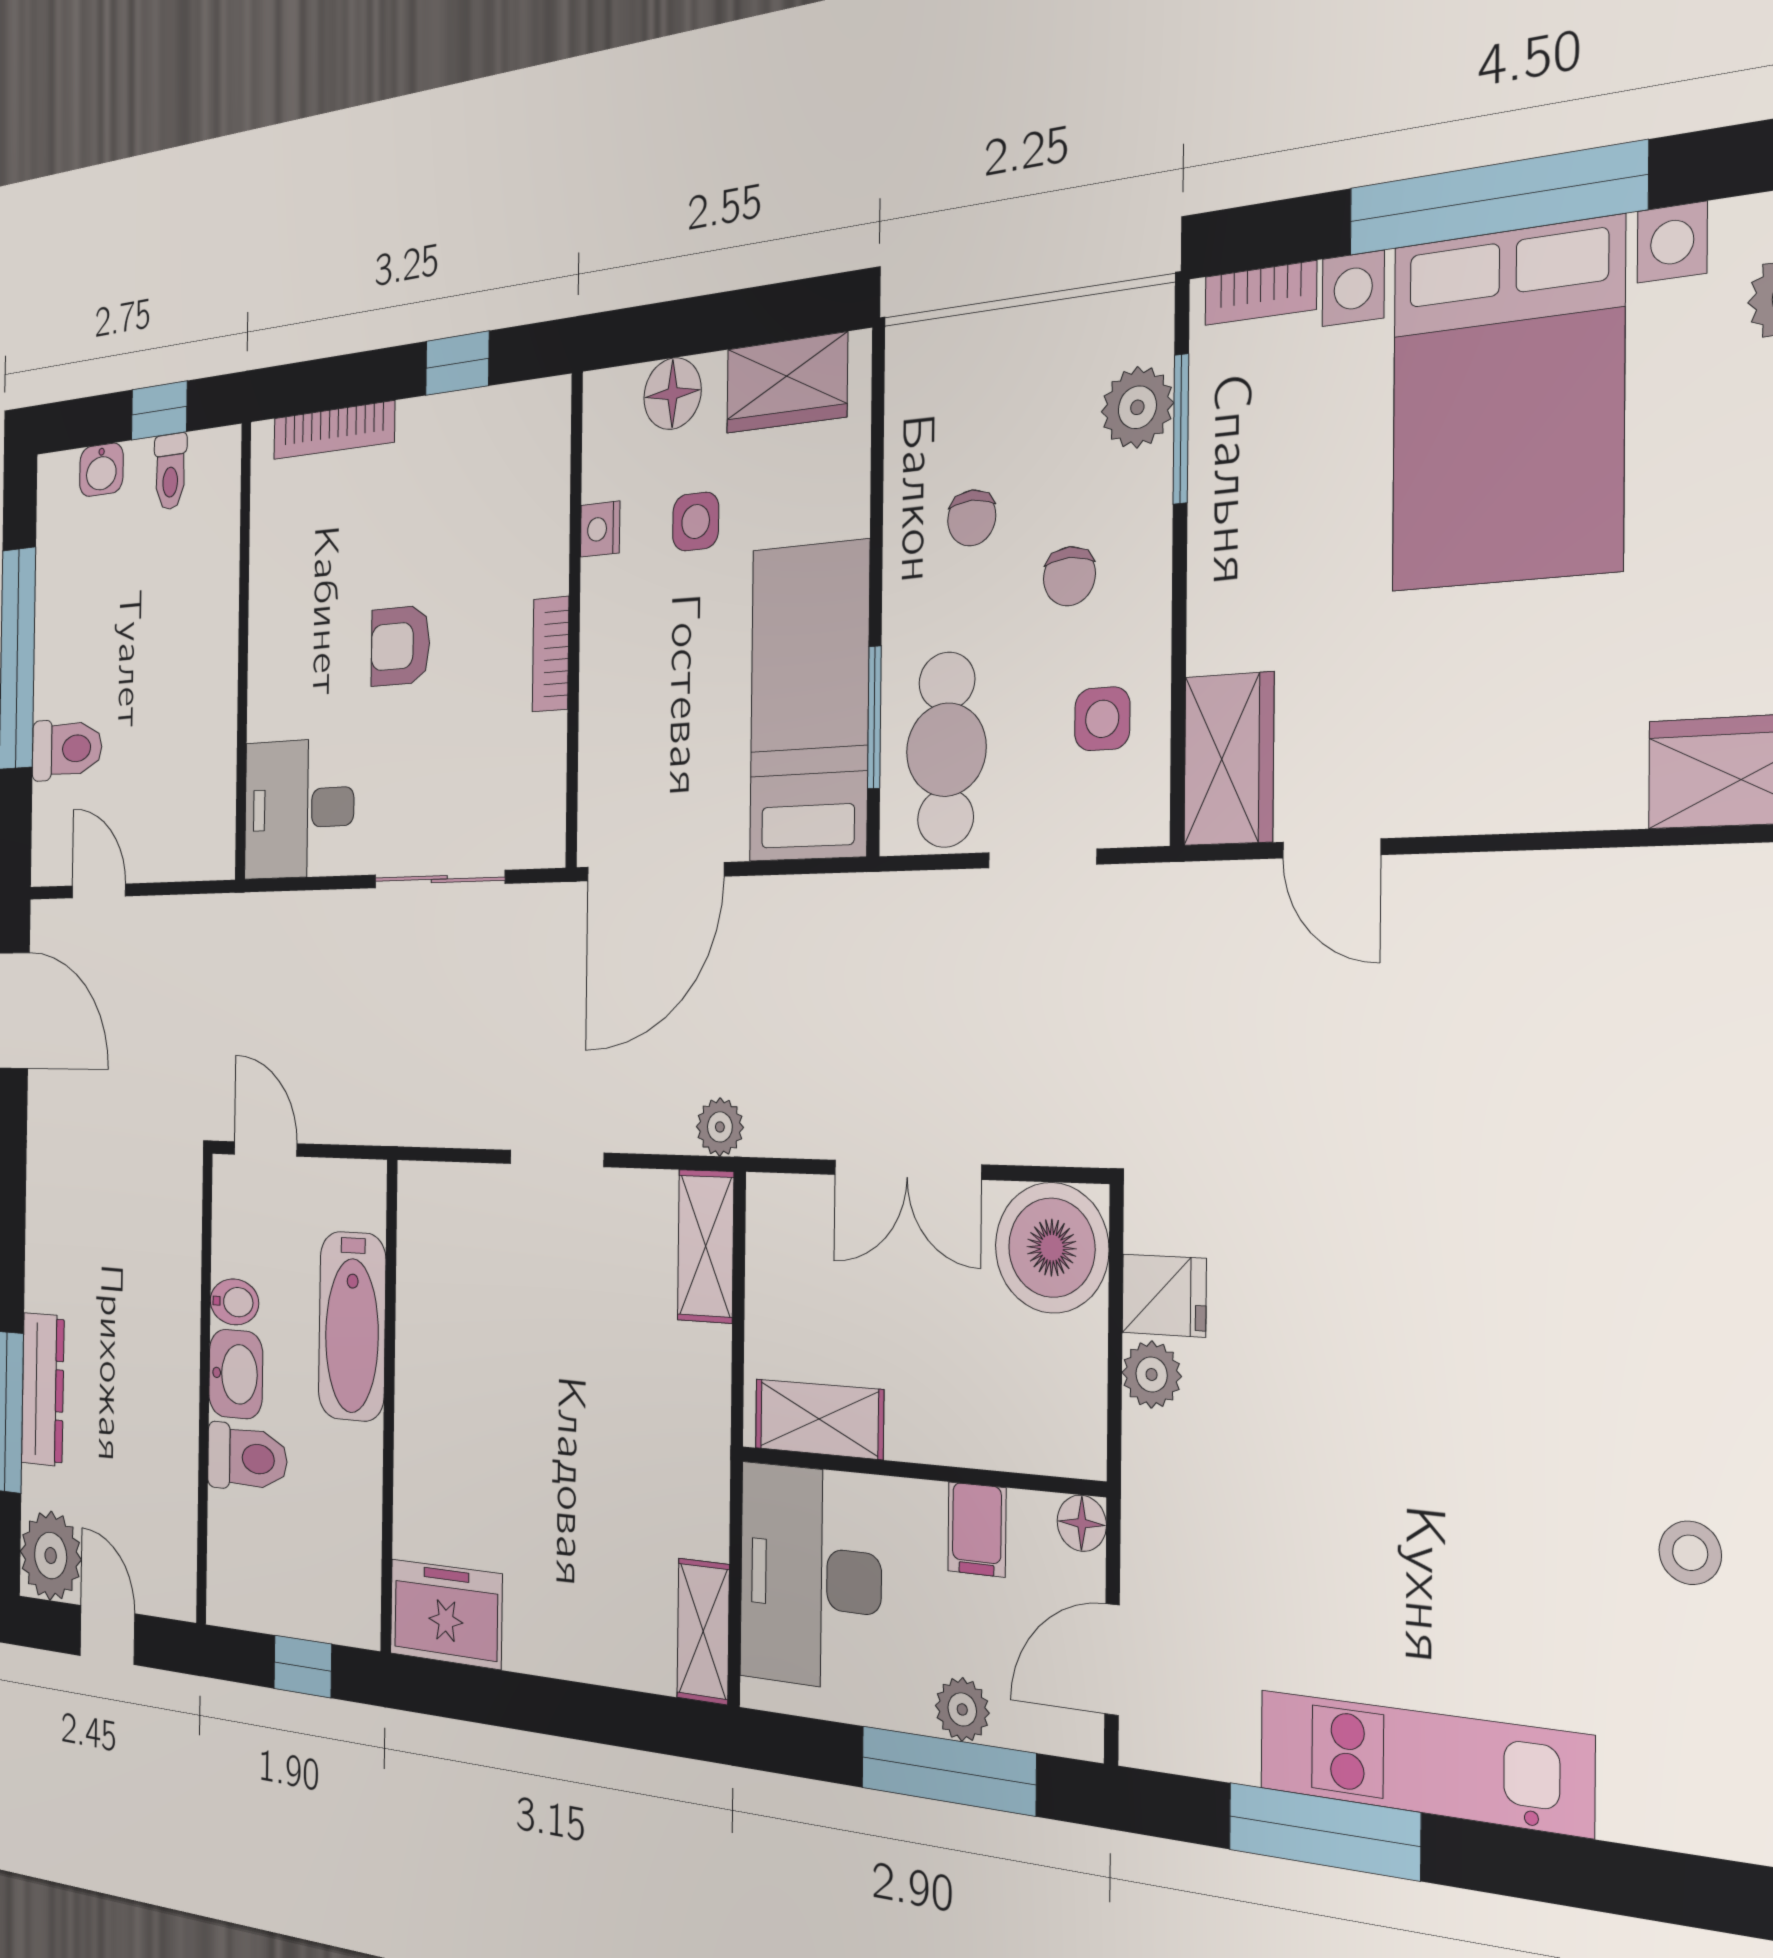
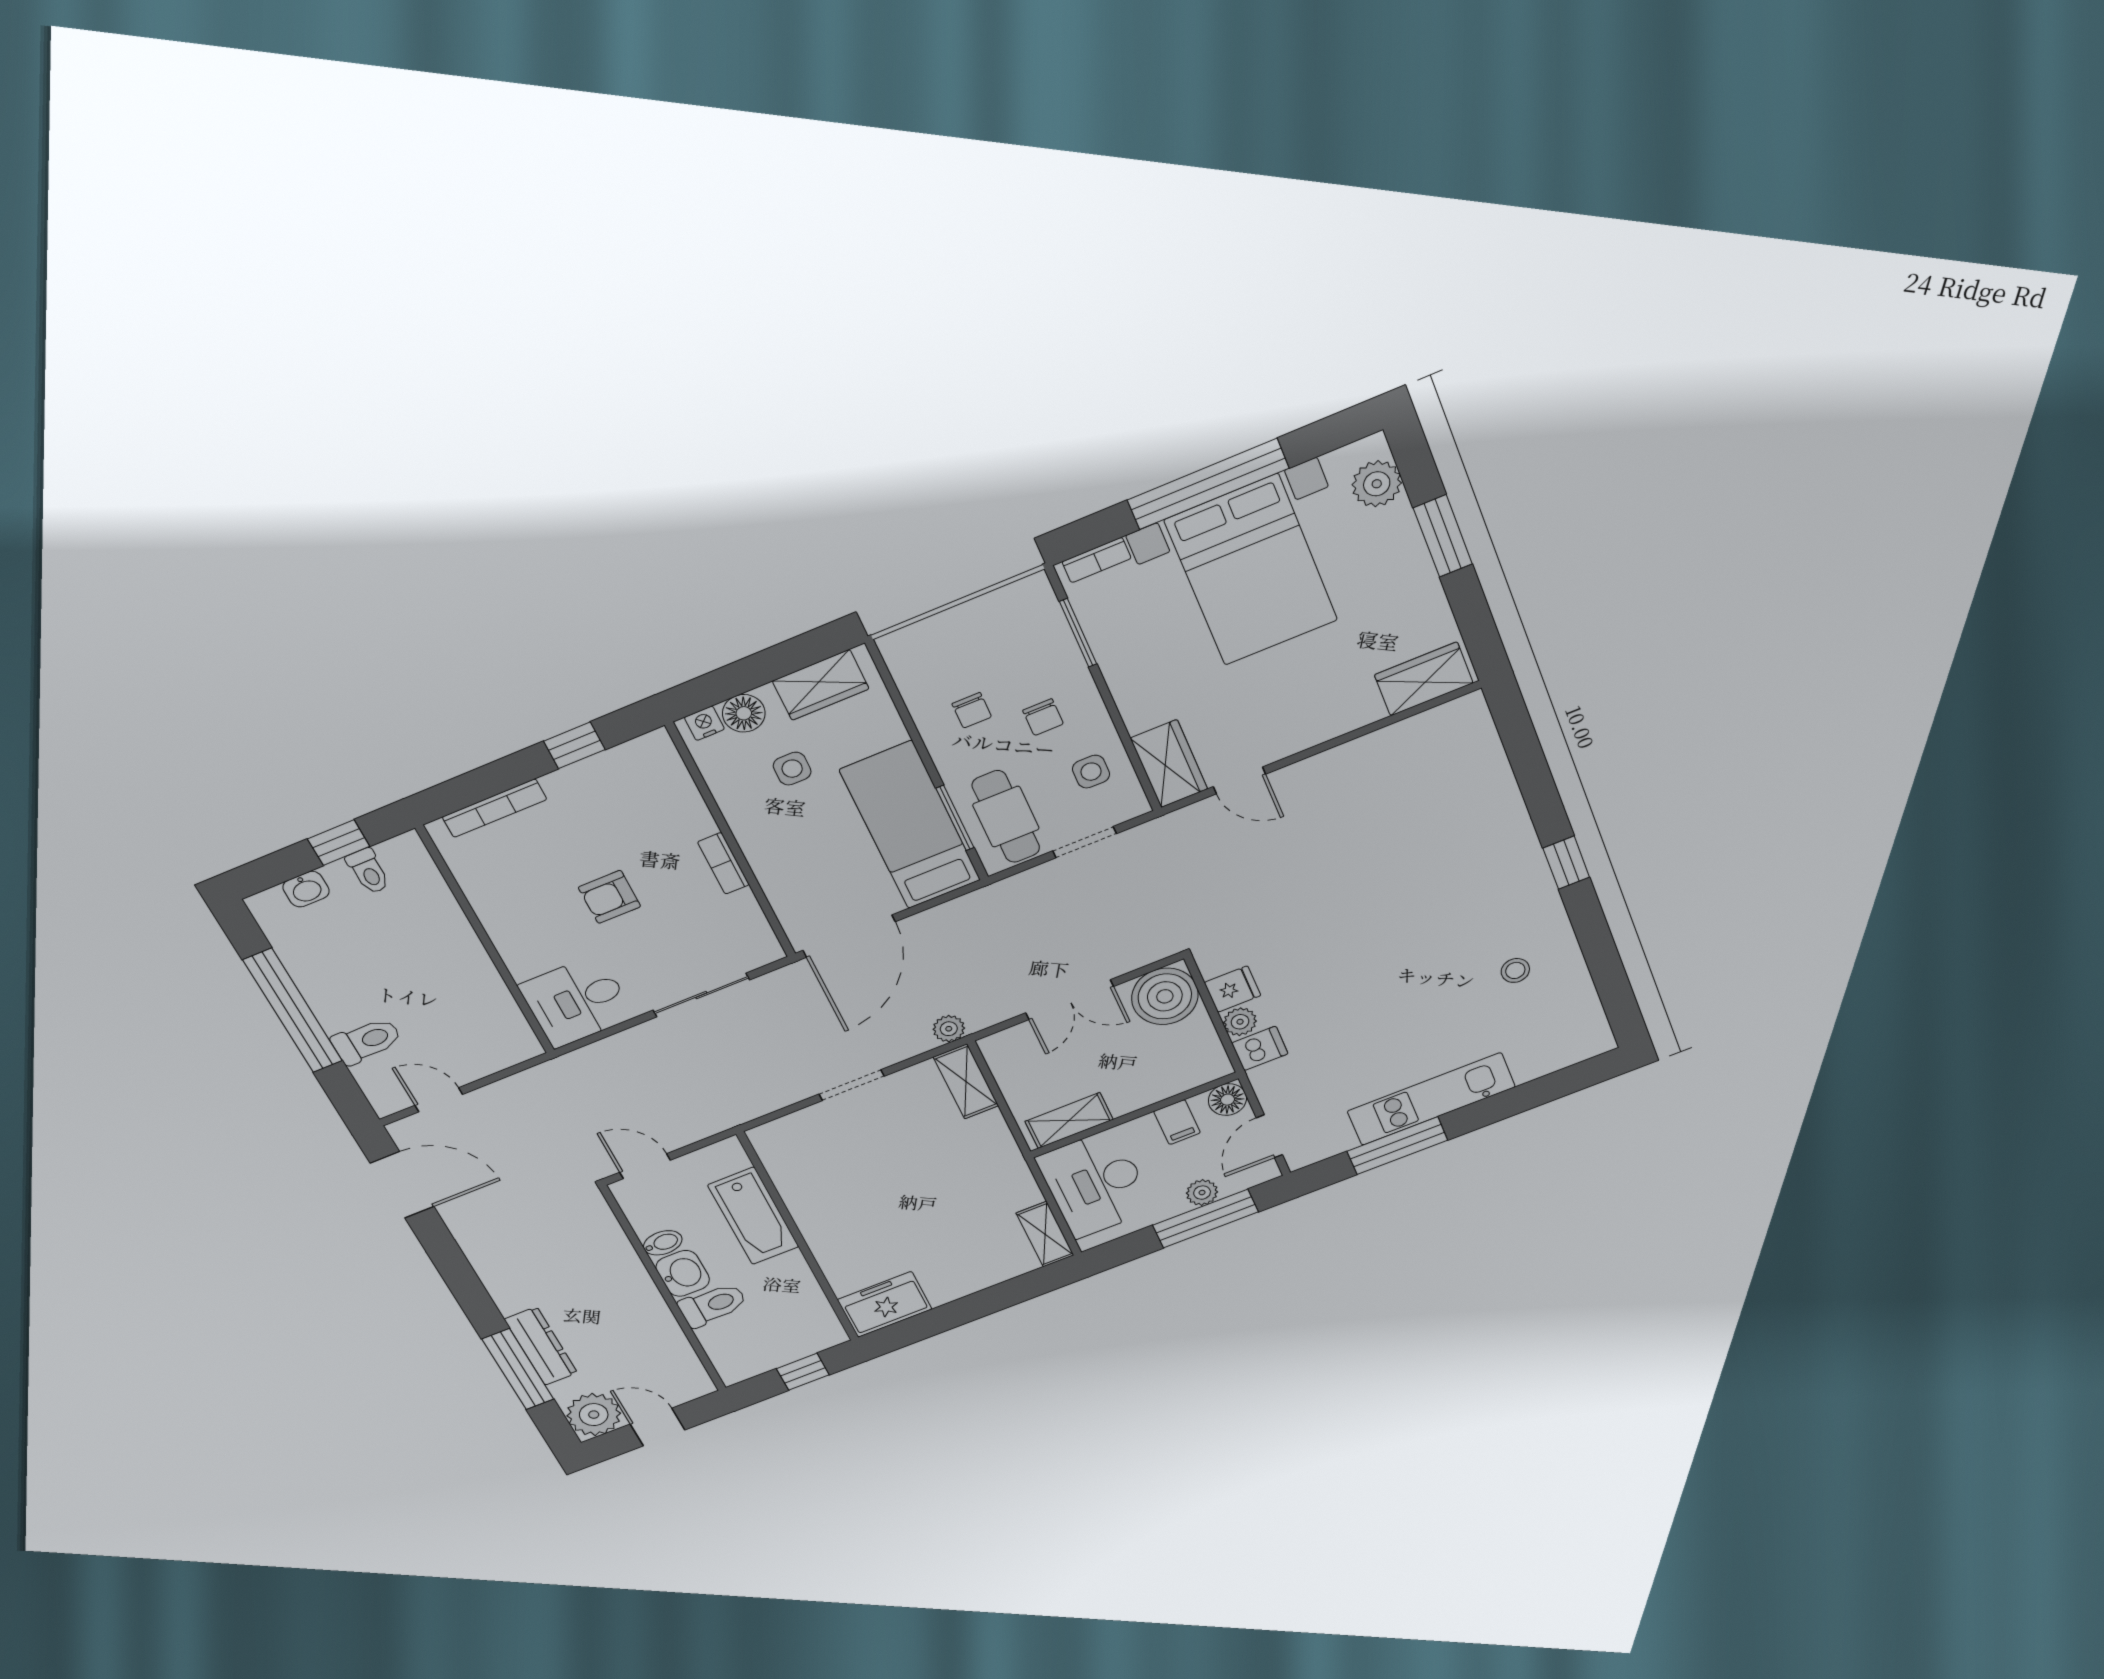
plant: (1137, 407) -> (1048, 631), removed
nightstand: (600, 529) -> (704, 723), moved, turned 90
dishwasher: (1164, 1453) -> (1260, 1048), added
floor lamp: (1082, 1523) -> (1227, 1100), width x1.37, depth x1.37

